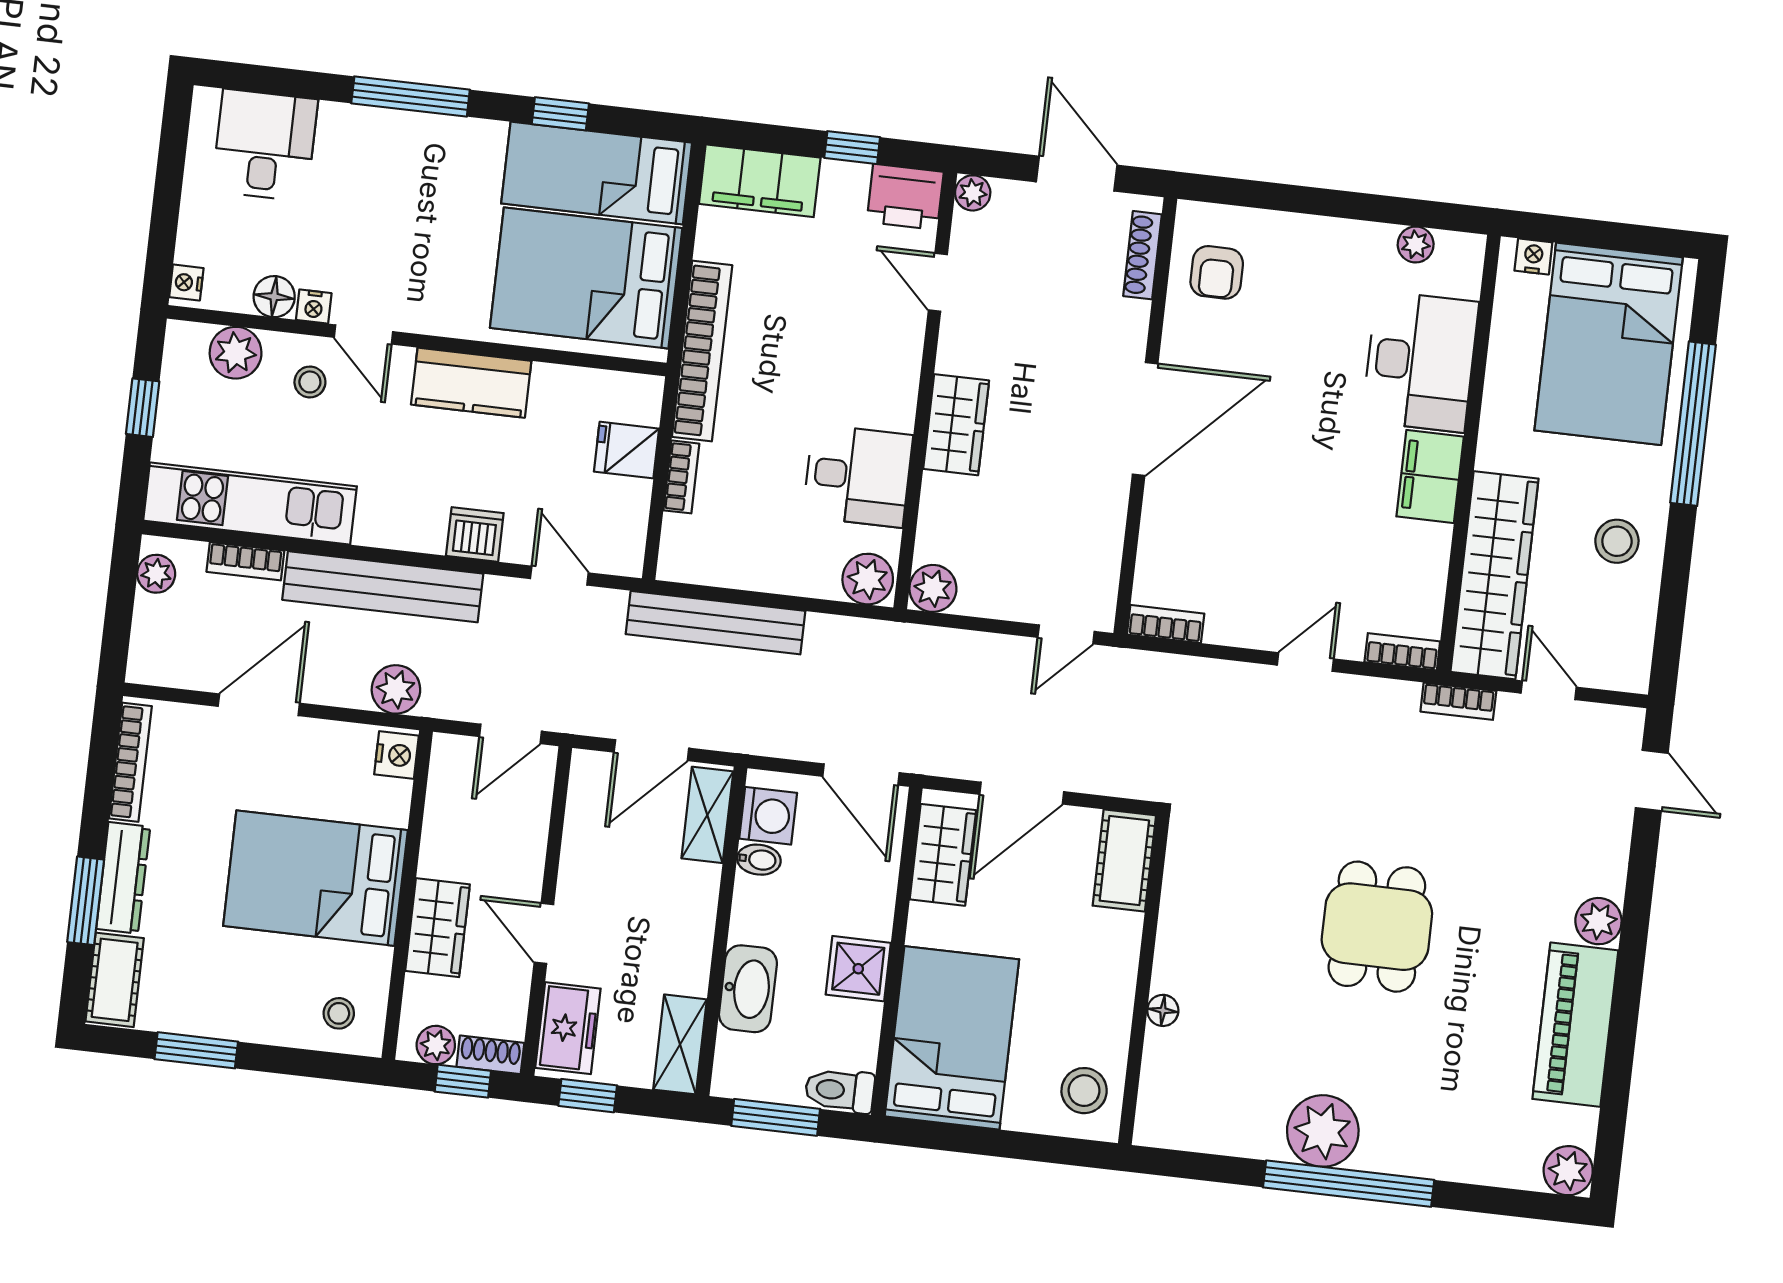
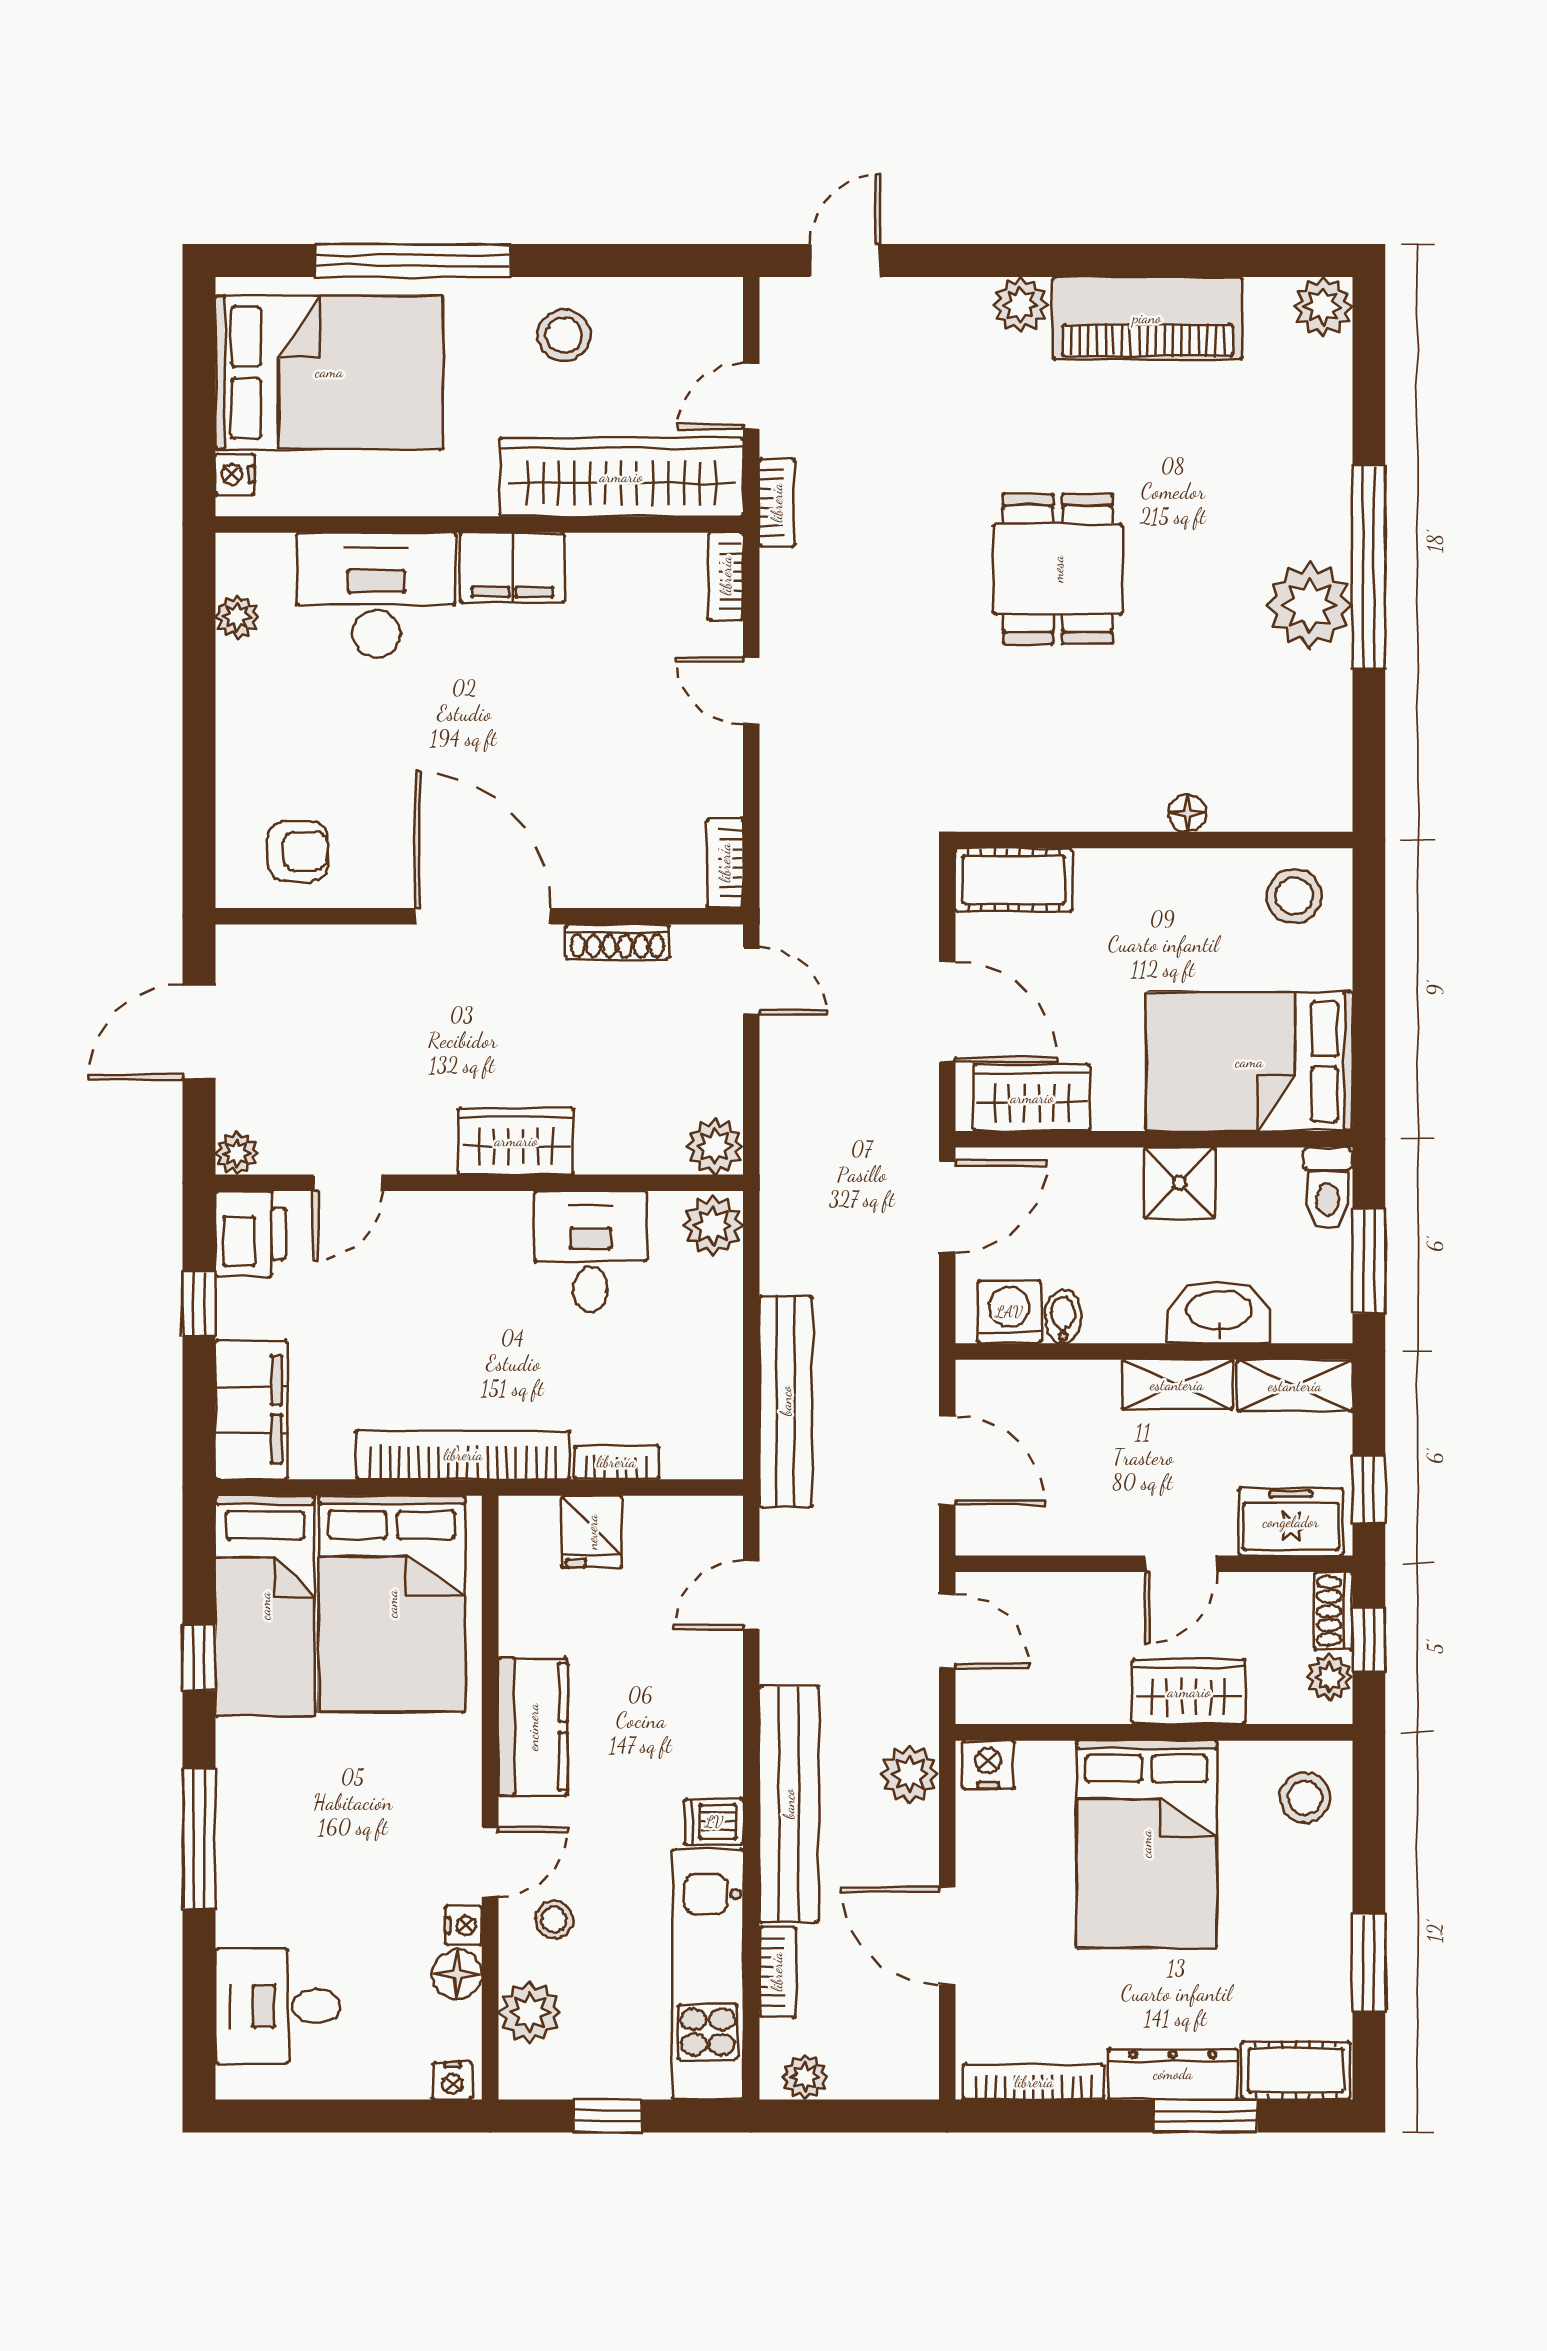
shoe rack: (1143, 255) -> (617, 942), moved
dishwasher: (475, 534) -> (714, 1822), moved, width x0.73
shelving: (707, 815) -> (1177, 1385), moved
dining table: (1377, 927) -> (1058, 569), turned 90
stool: (339, 1013) -> (1305, 1798), width x1.37, depth x1.37

